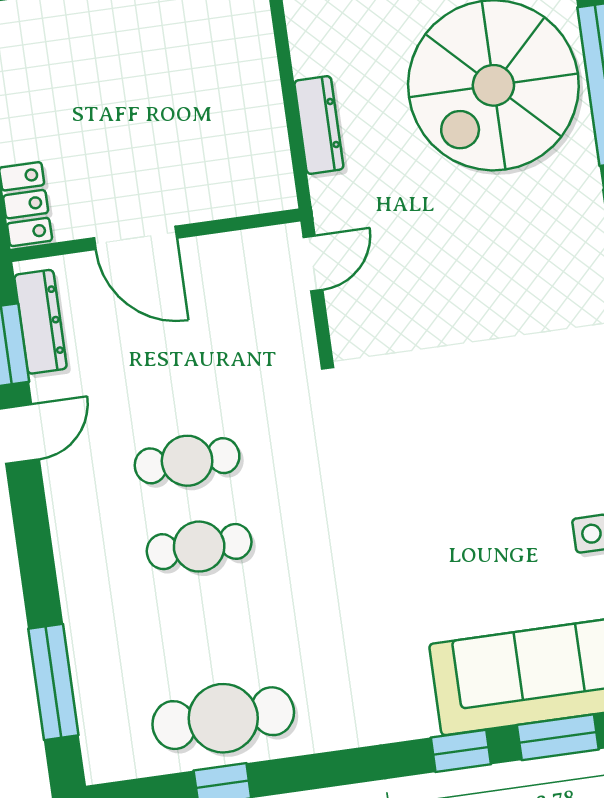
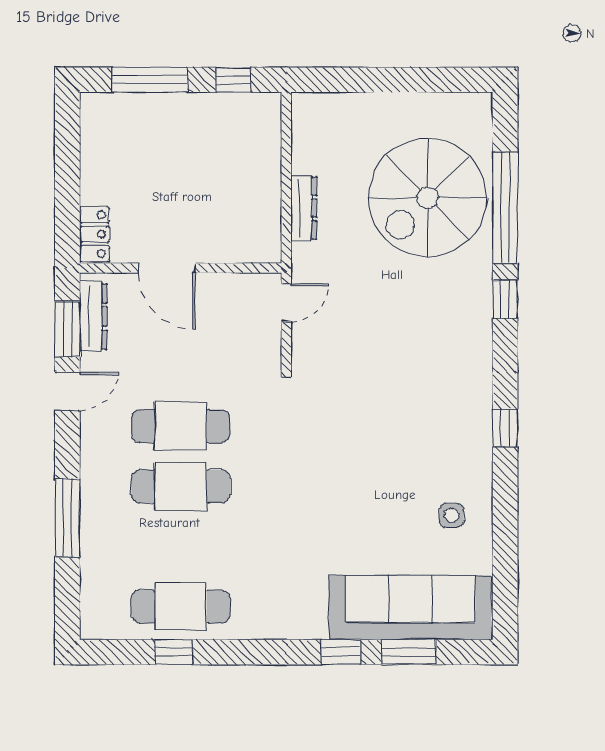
cafe table: (187, 461) -> (181, 426), width x1.37, depth x1.35
cafe table: (199, 547) -> (181, 486), width x1.37, depth x1.35
window: (53, 682) -> (67, 518), moved

